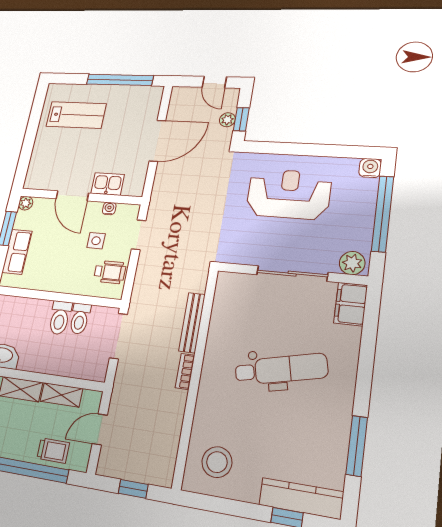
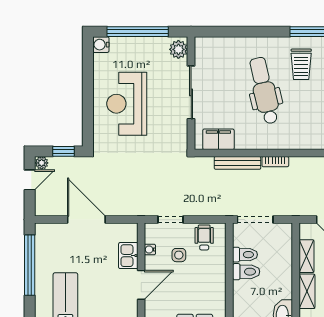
plant: (227, 120) -> (42, 163), moved
filing cabinet: (351, 304) -> (218, 139), moved, turned 180
trolley: (311, 425) -> (301, 64), added

